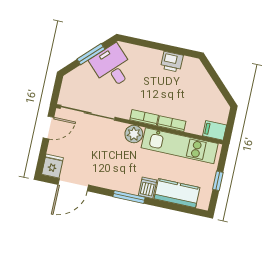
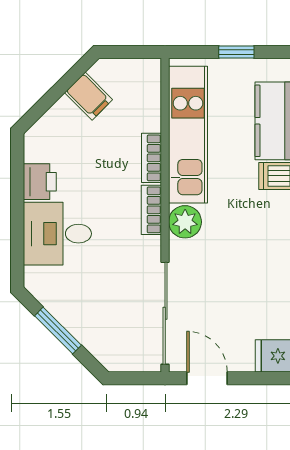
desk: (112, 66) -> (57, 234), moved, turned 45
filing cabinet: (215, 130) -> (89, 96), moved, turned -45

